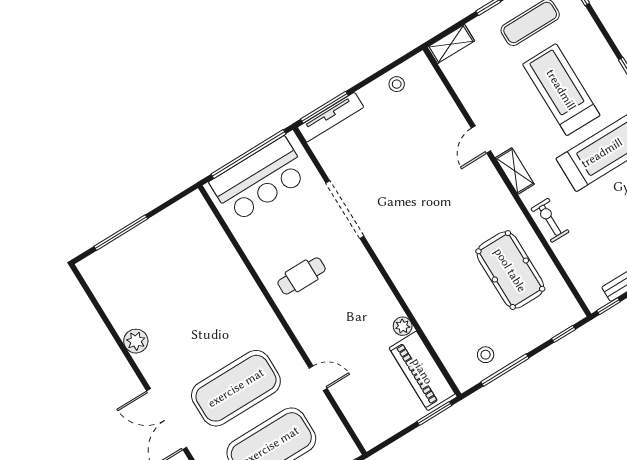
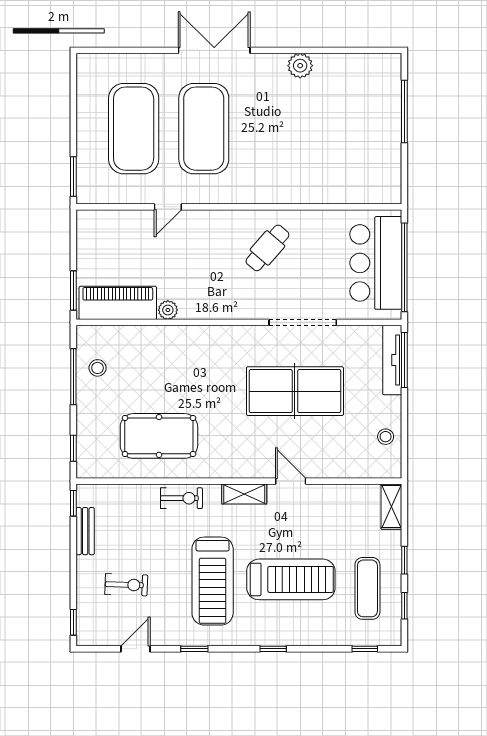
table tennis table: (405, 181) -> (295, 391), added
cafe table: (302, 276) -> (267, 248), turned 41

